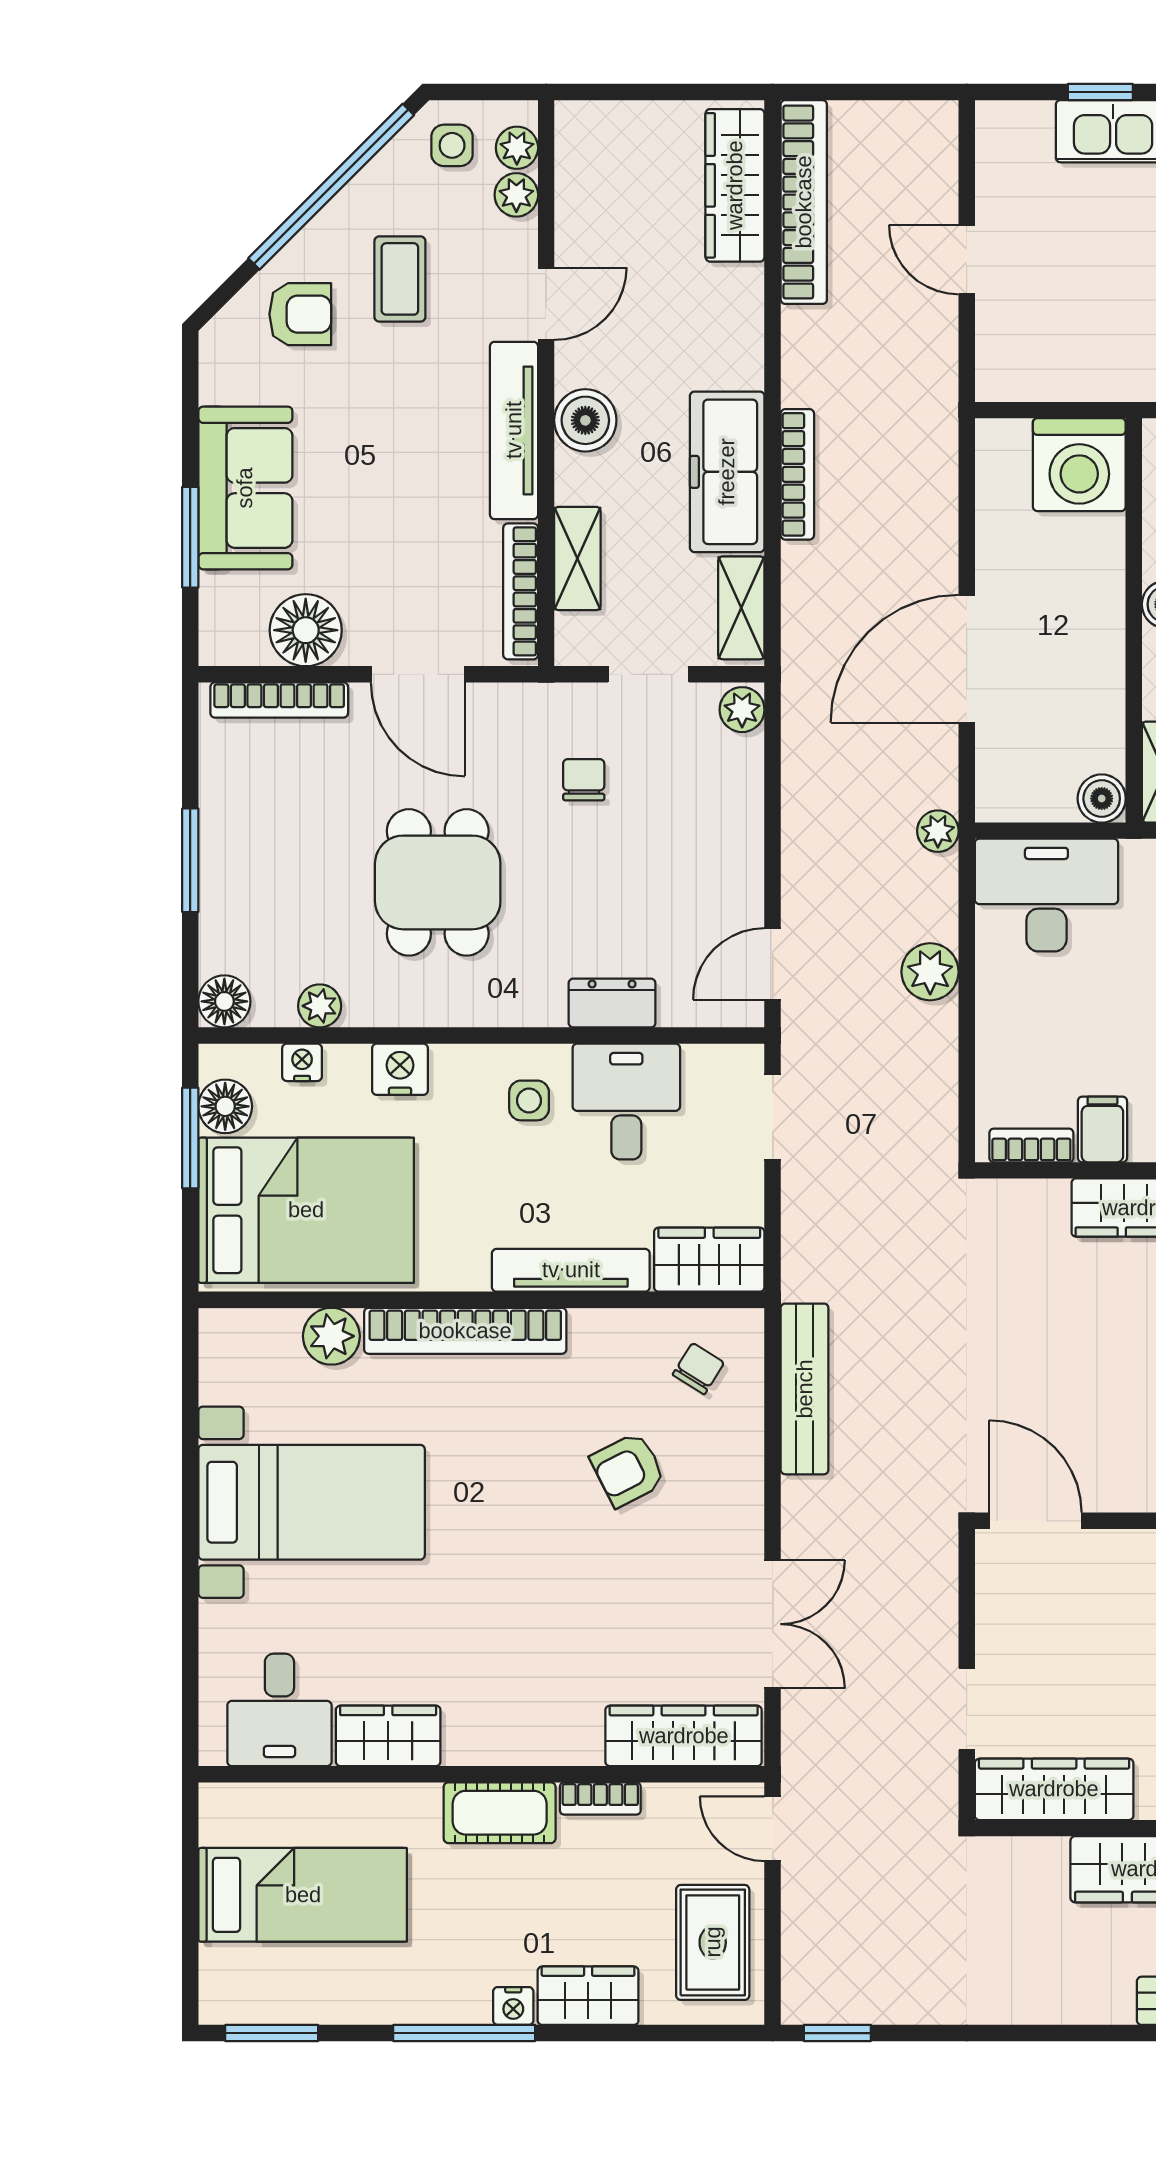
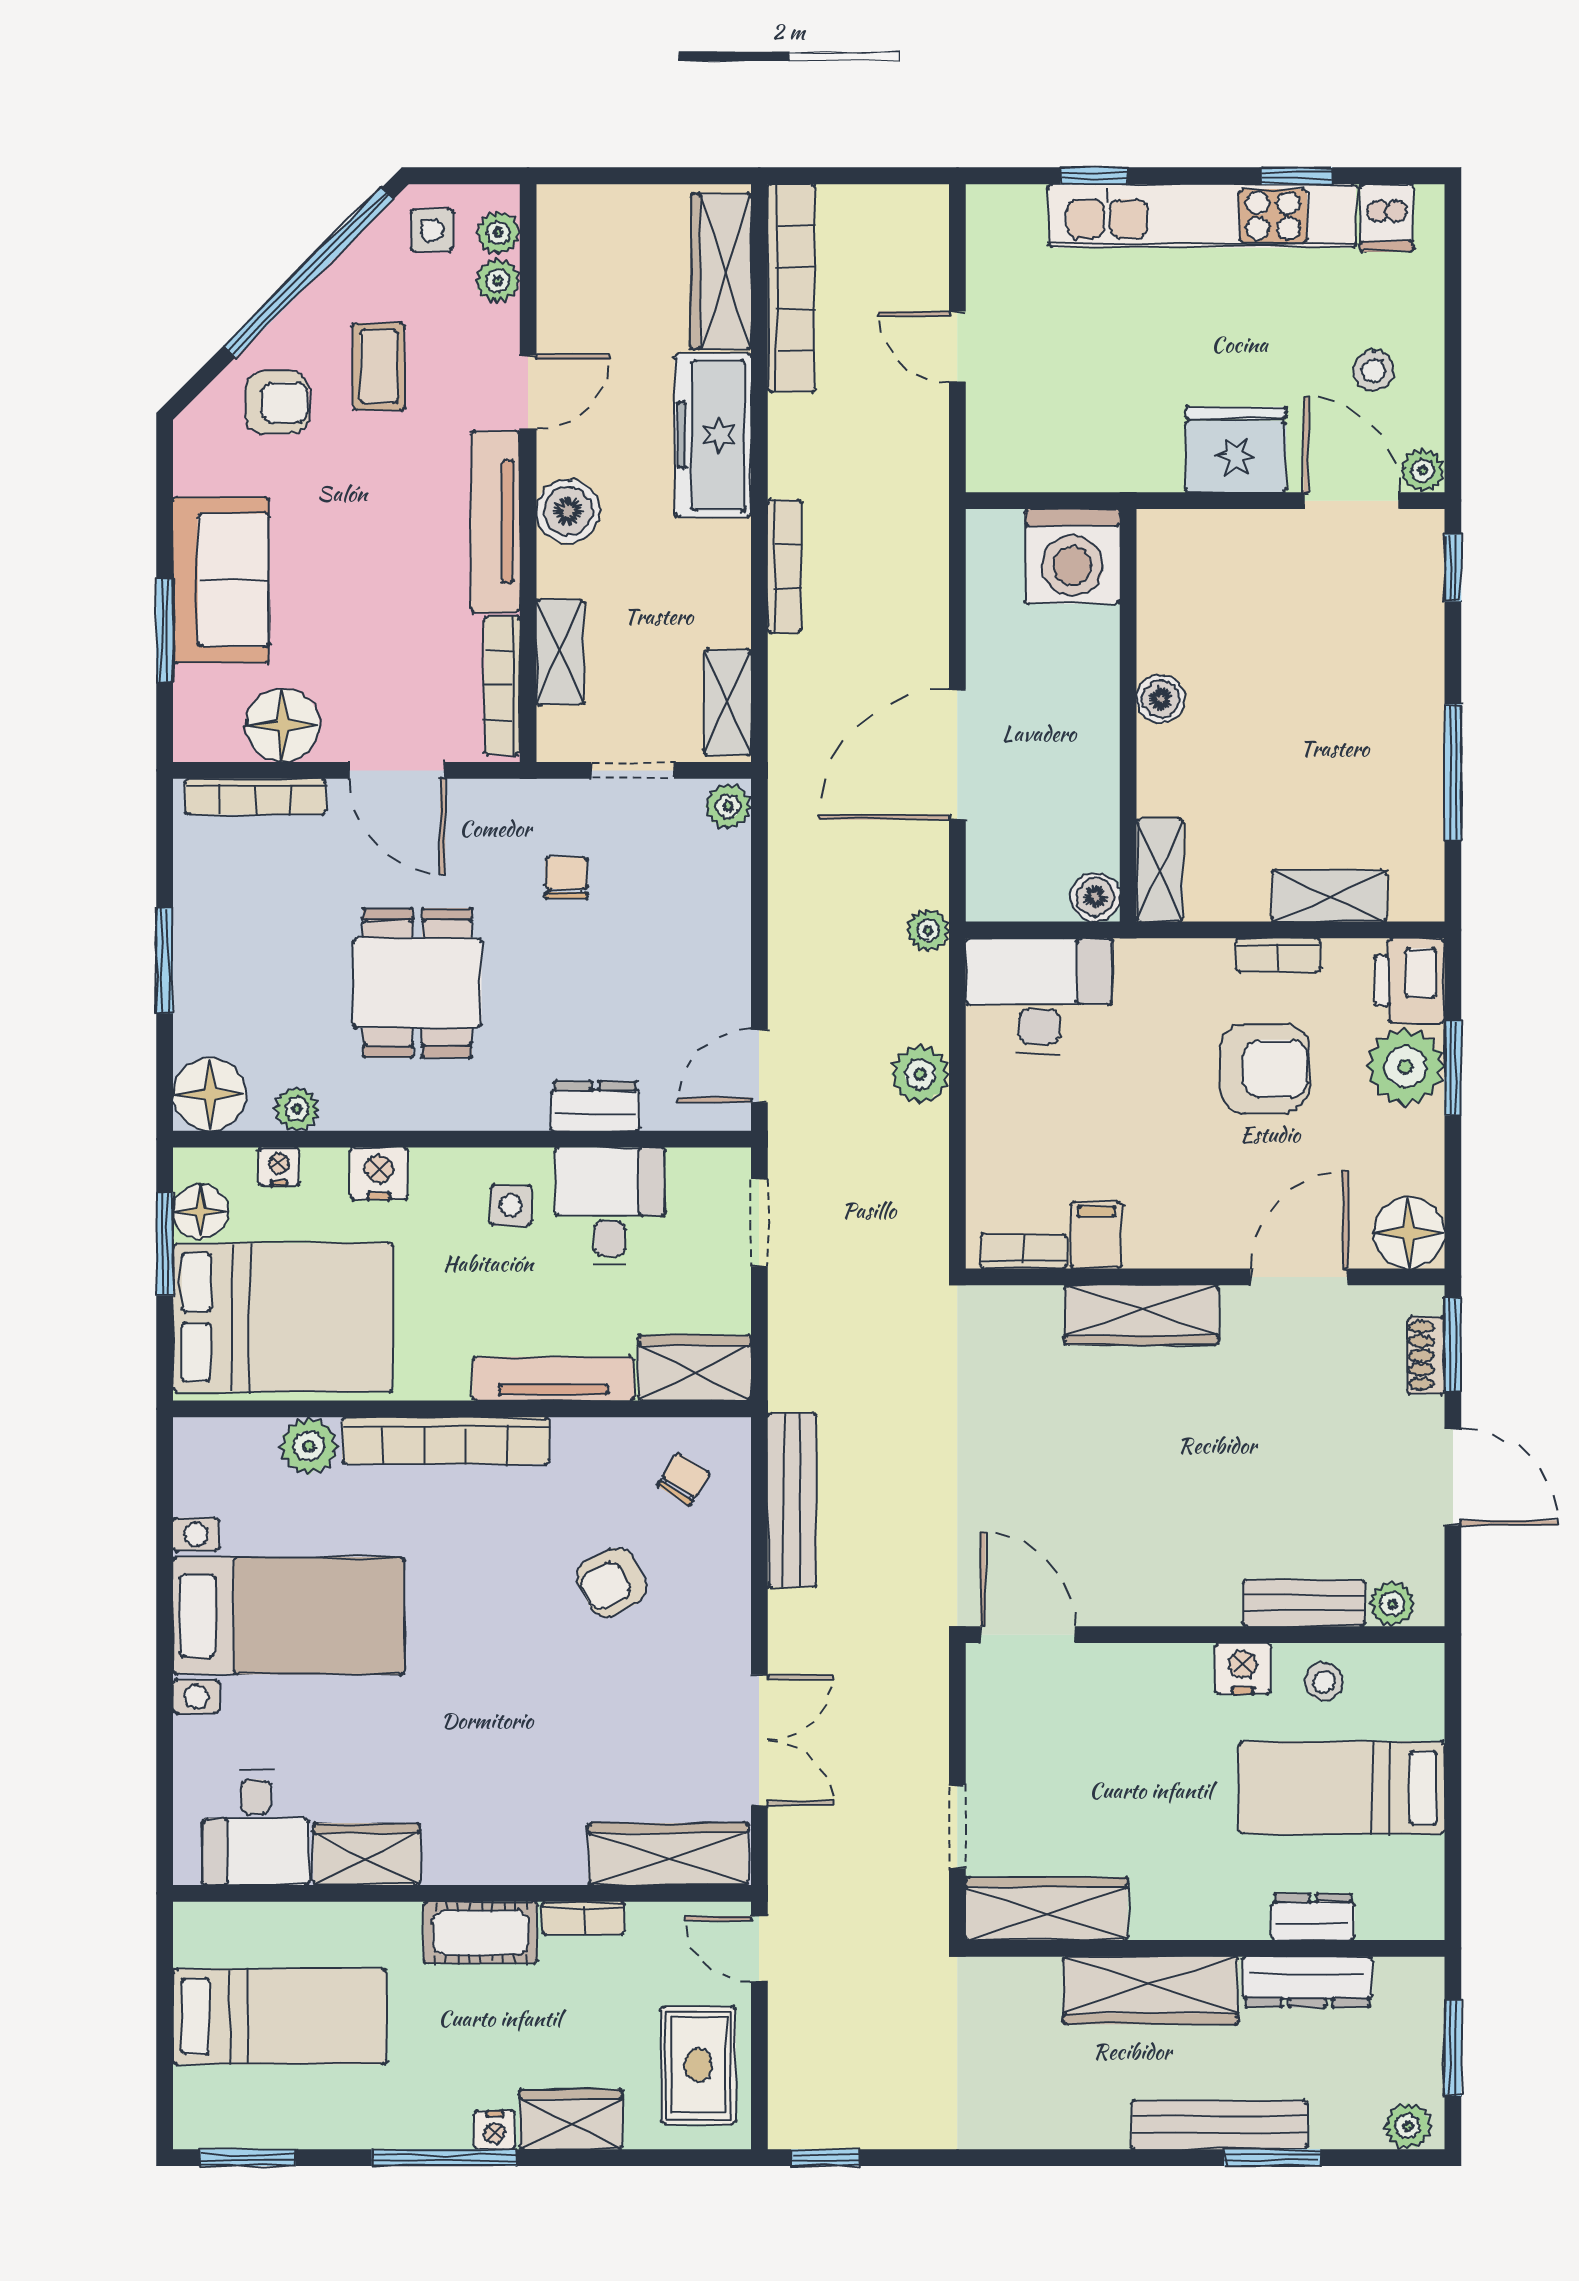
freezer: (727, 472) -> (713, 435), moved
floor lamp: (224, 1001) -> (210, 1094), width x1.38, depth x1.38

